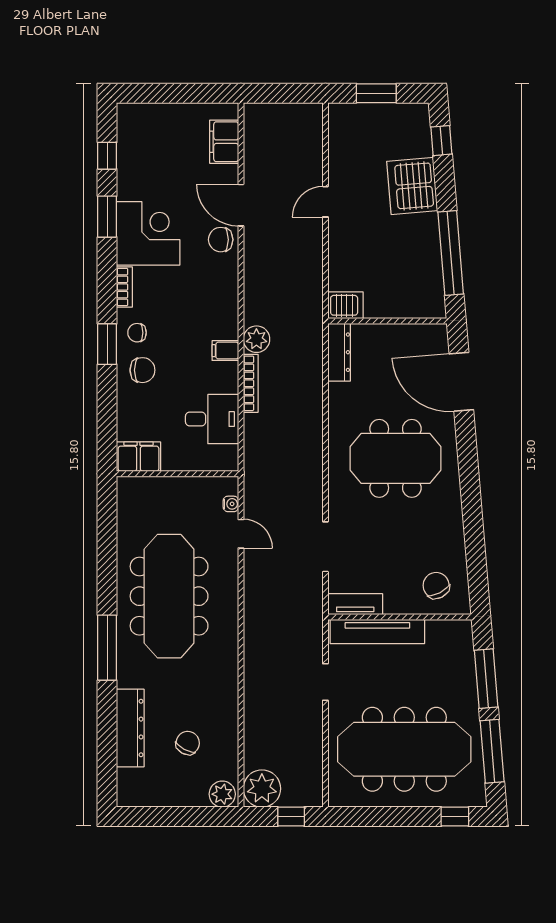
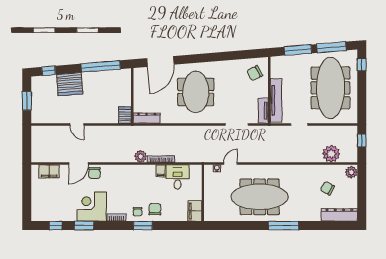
filing cabinet: (225, 351) -> (161, 171), moved
dresser: (130, 728) -> (339, 215), moved
plant: (262, 789) -> (331, 154), moved

